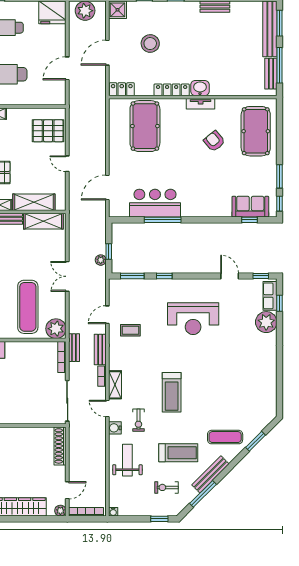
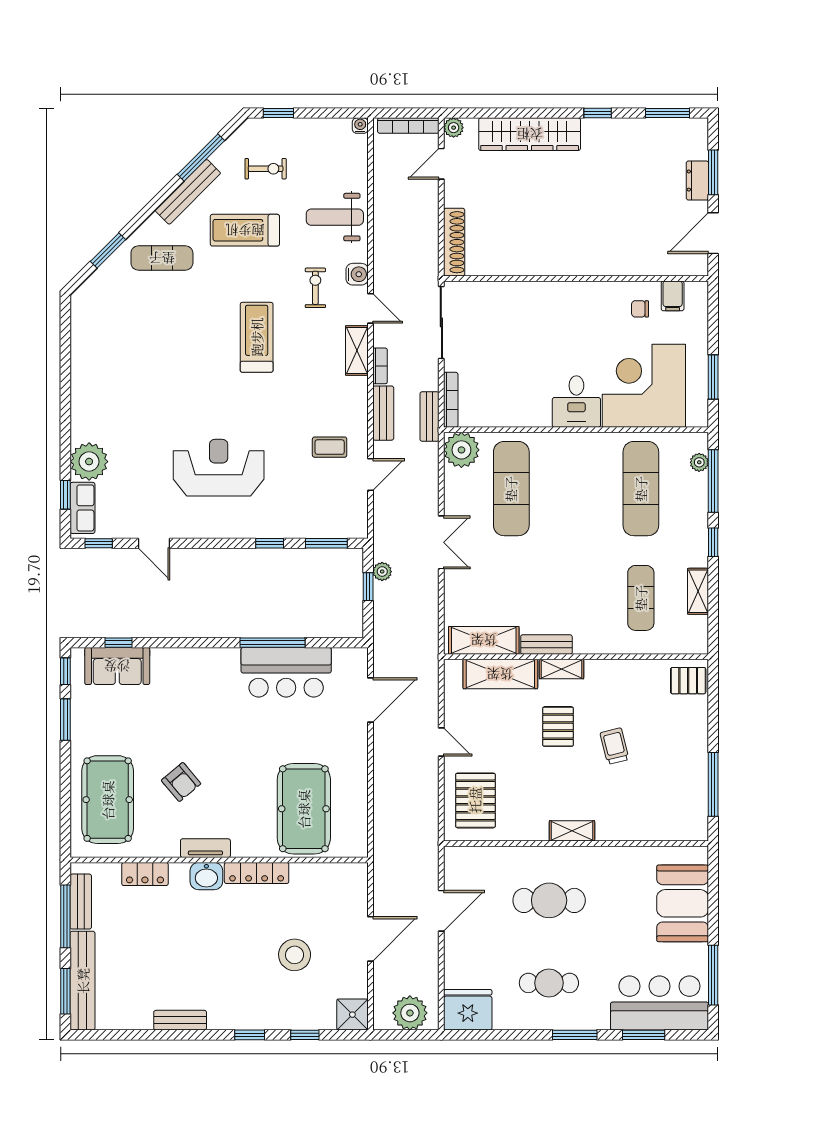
locker: (122, 89) -> (145, 874), moved
pallet: (48, 131) -> (475, 800), turned 90
weight bench: (127, 460) -> (335, 217), turned 90

